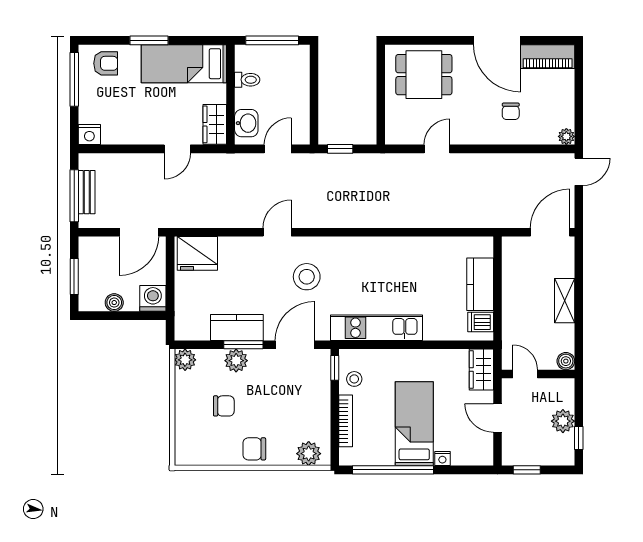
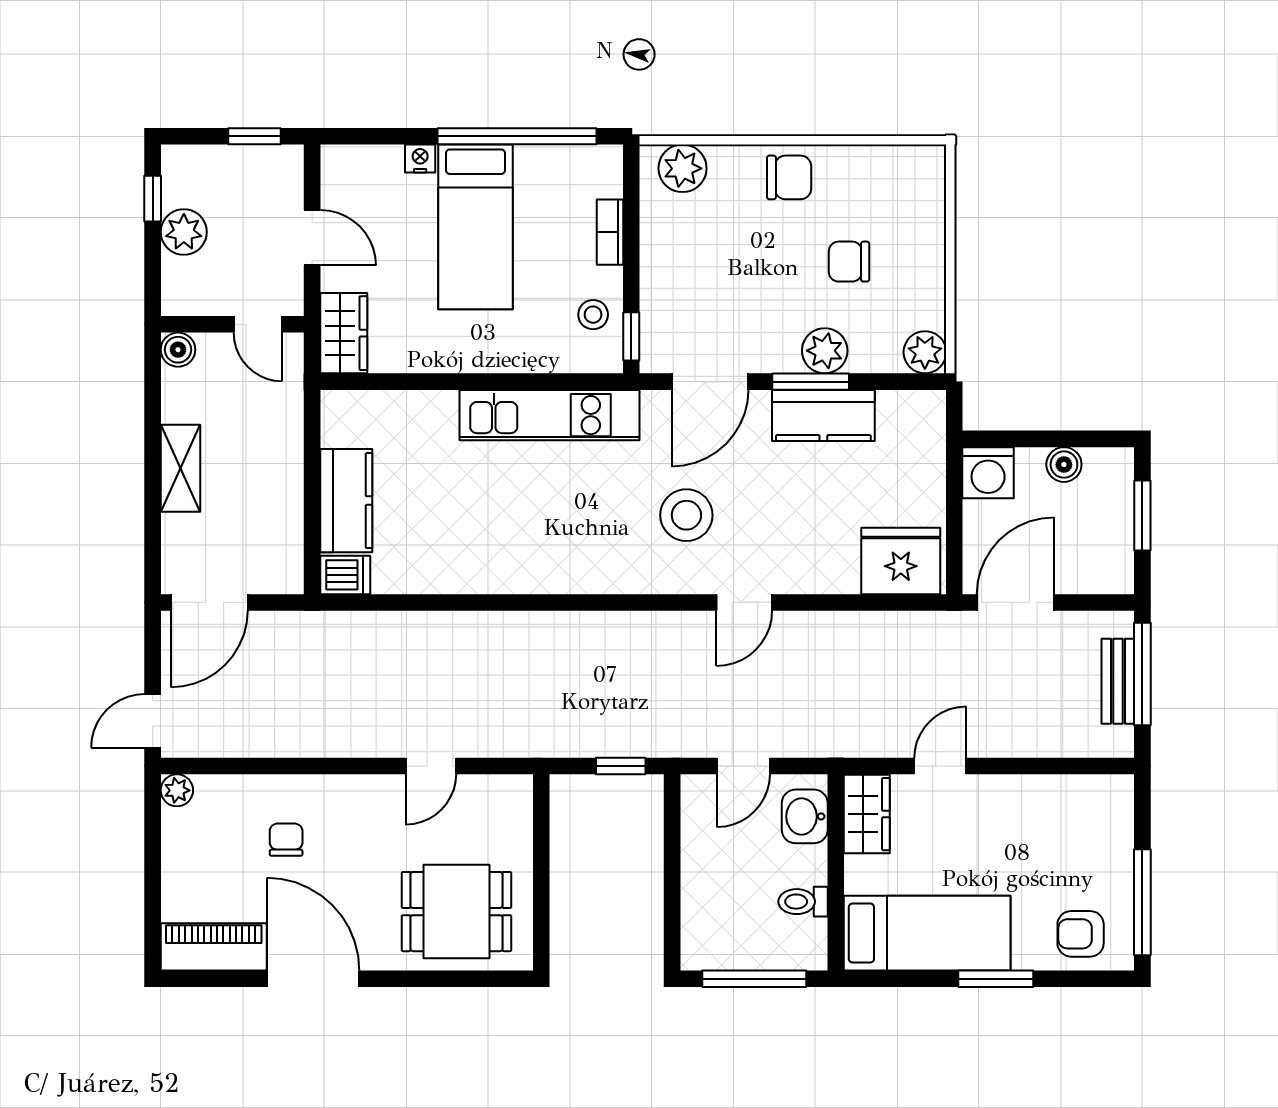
nightstand: (89, 135) -> (1113, 794), removed
dishwasher: (481, 322) -> (345, 575), moved
bookcase: (346, 421) -> (610, 232), width x0.64

